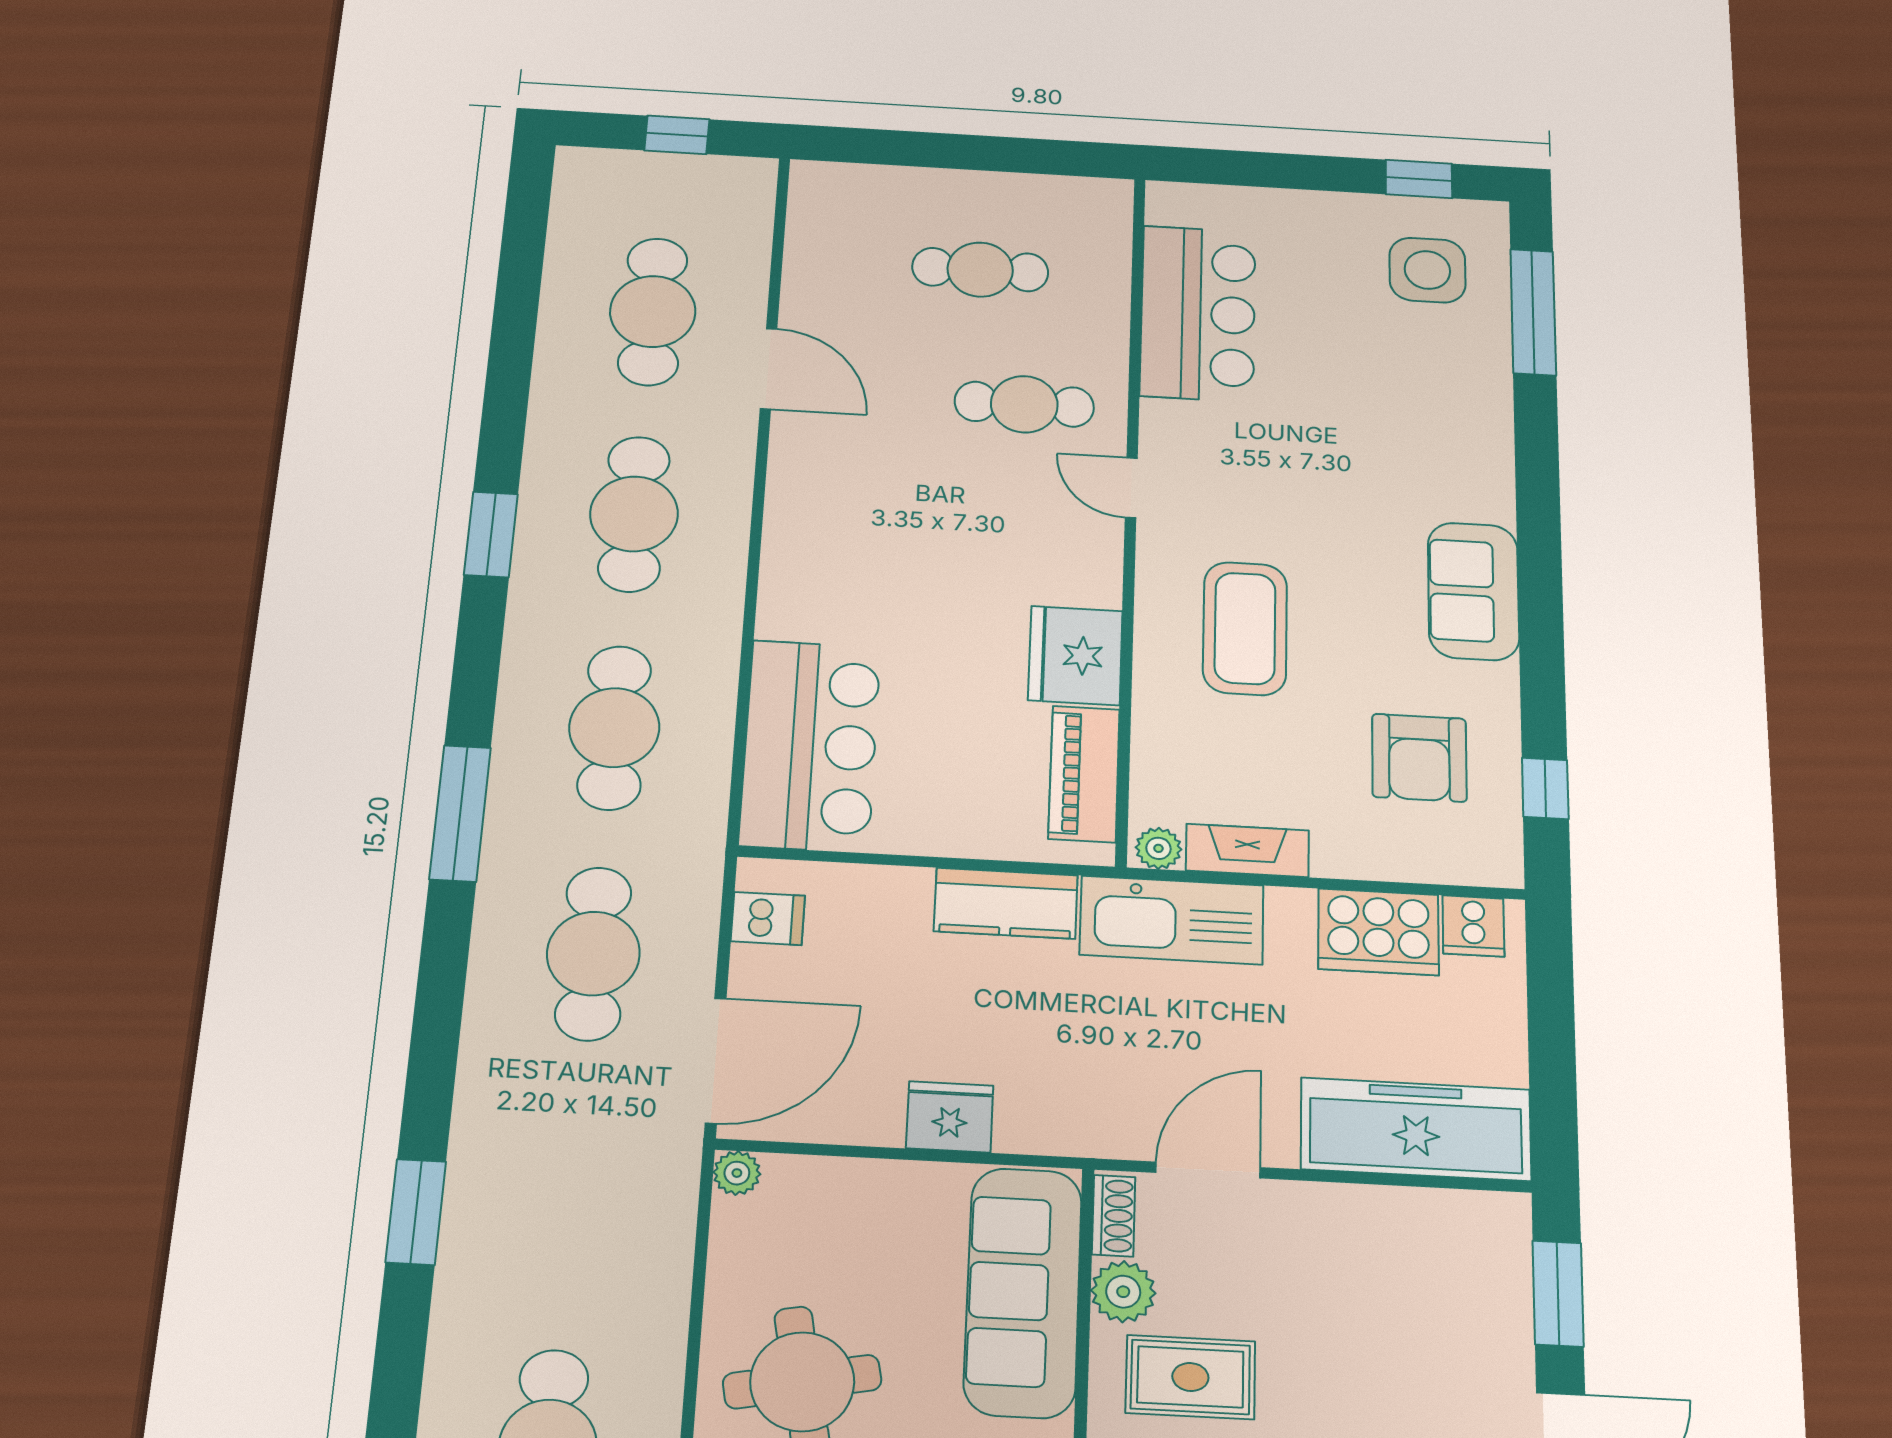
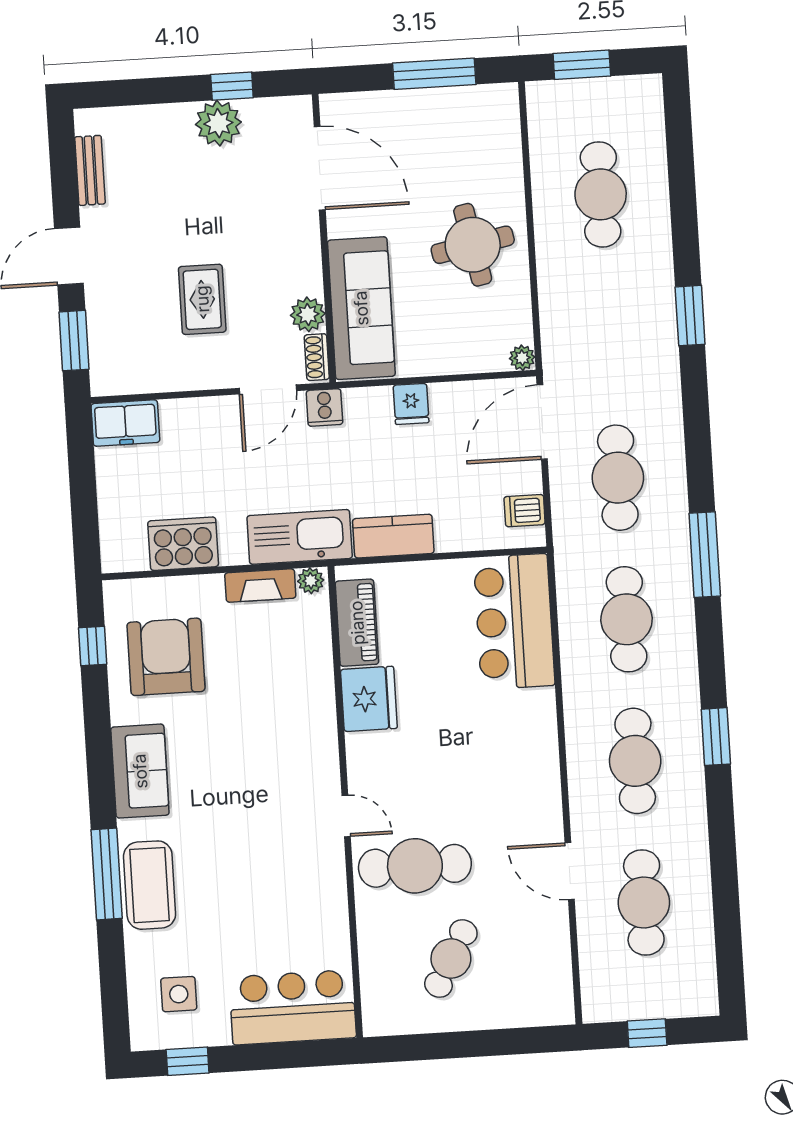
cafe table: (980, 270) -> (451, 958), turned -61
side table: (1427, 270) -> (179, 994), width x0.73, depth x0.73
window: (1533, 312) -> (107, 874), moved
bar counter: (1198, 313) -> (293, 1007), moved, turned 90
cafe table: (1024, 404) -> (415, 866), width x1.37, depth x1.35
coffee table: (1245, 628) -> (150, 885), moved
armchair: (1419, 758) -> (166, 657), width x1.36, depth x1.36
cooker: (1473, 926) -> (324, 407), moved, turned 180
fridge: (950, 1117) -> (411, 404), width x0.72
freezer: (1416, 1129) -> (125, 423), width x0.52, depth x0.79
rug: (1190, 1377) -> (202, 299), moved, turned 90

